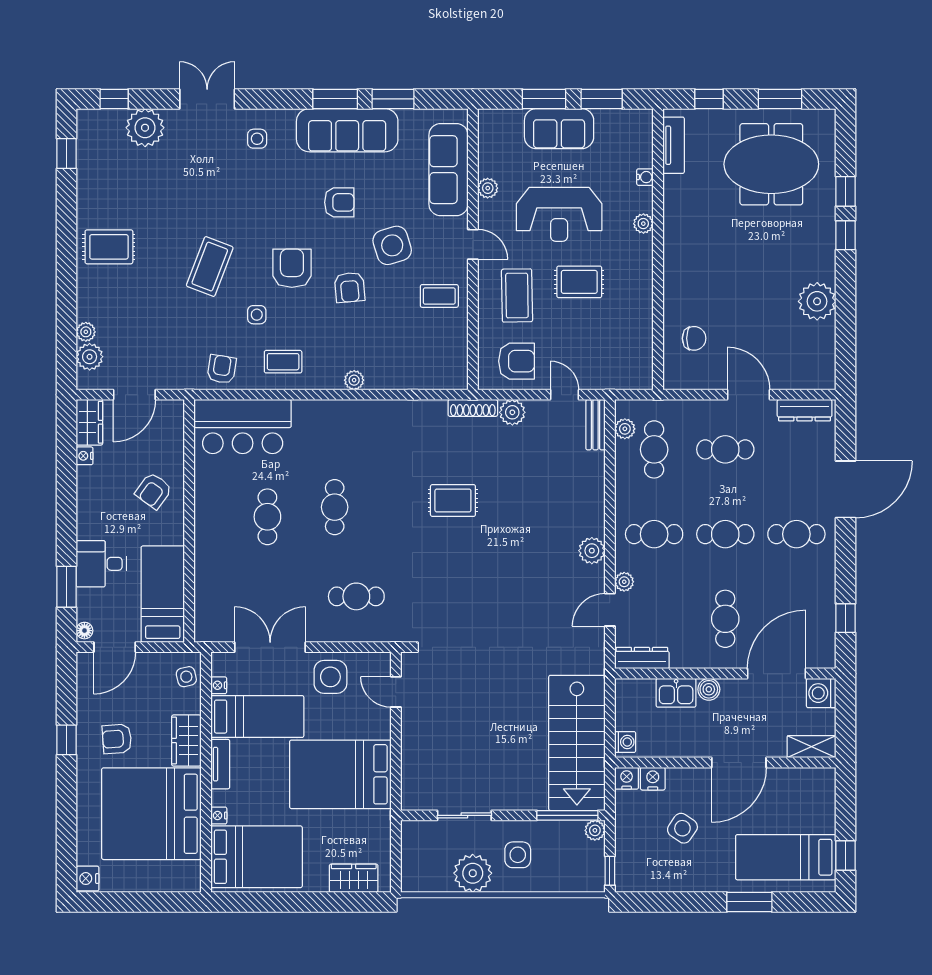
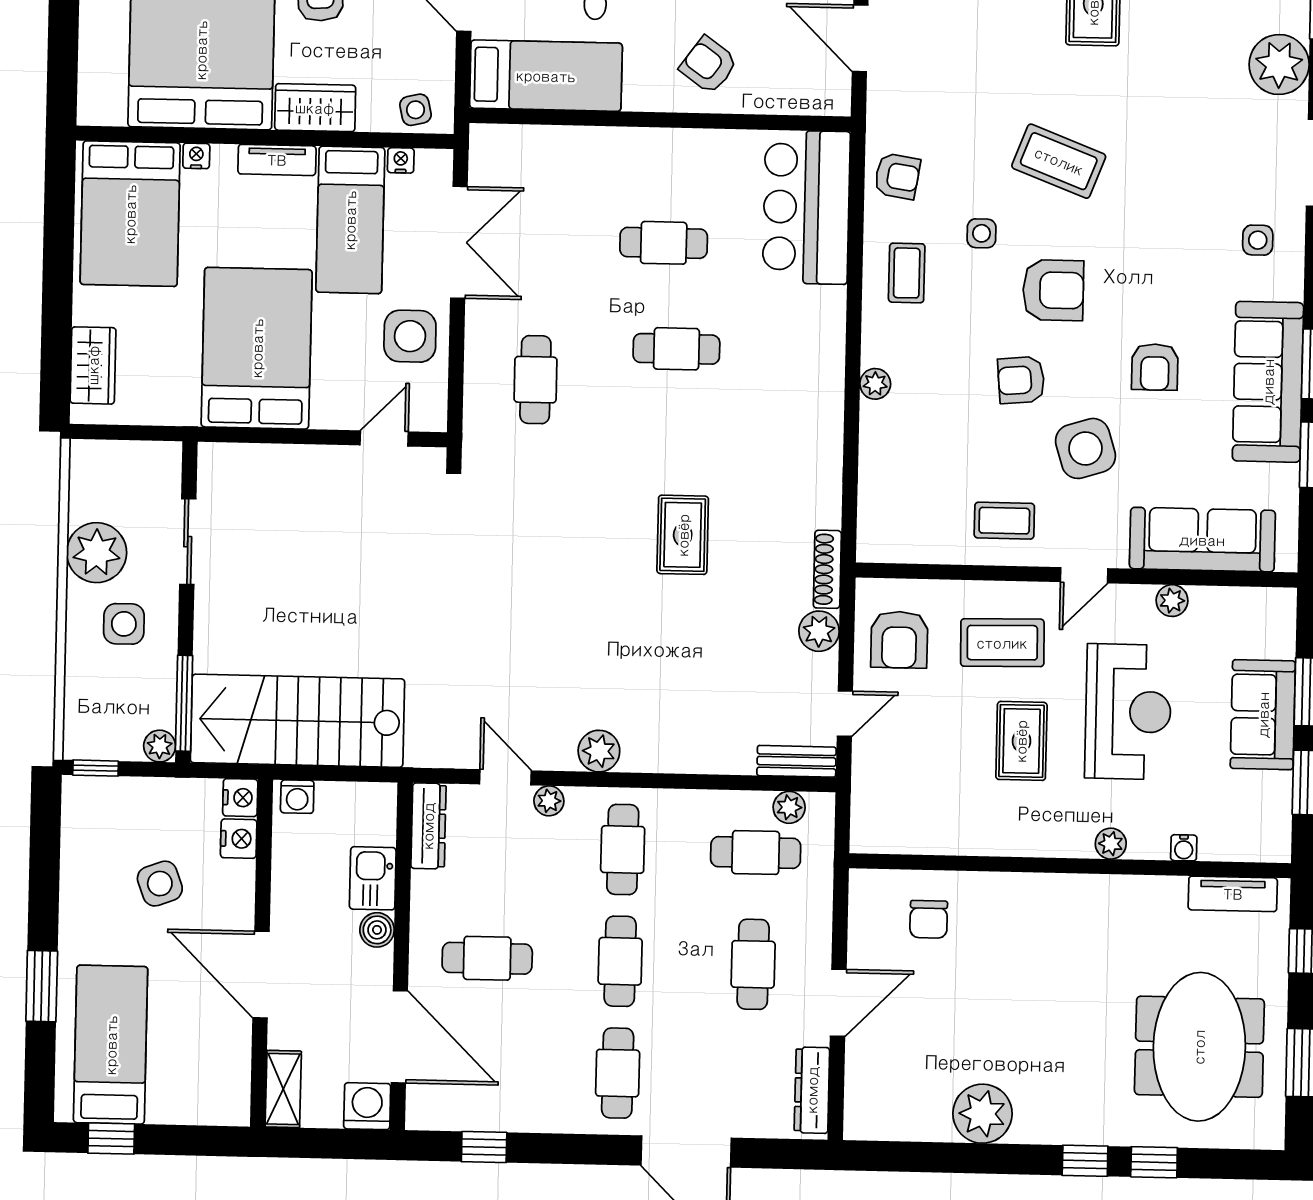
reception desk: (559, 214) -> (1128, 712), turned 180
coffee table: (439, 296) -> (1004, 521), turned 90
side table: (682, 828) -> (160, 884), turned 36

